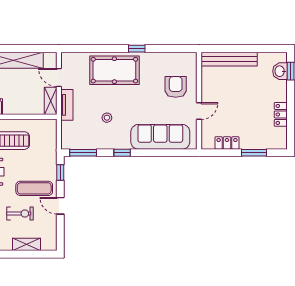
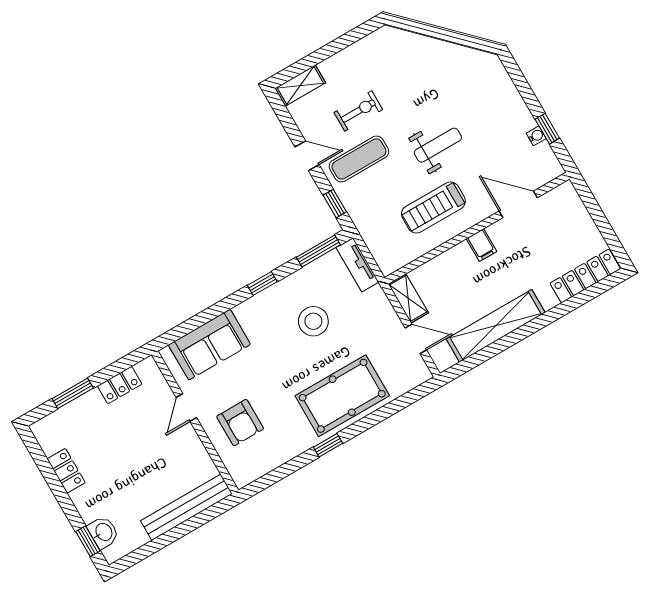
tv unit: (67, 105) -> (358, 265), moved
stool: (107, 118) -> (313, 321), width x1.89, depth x1.89
sofa: (160, 137) -> (209, 345), width x0.73
exercise bike: (20, 214) -> (358, 111), turned 180
shelving: (26, 244) -> (300, 85), moved

